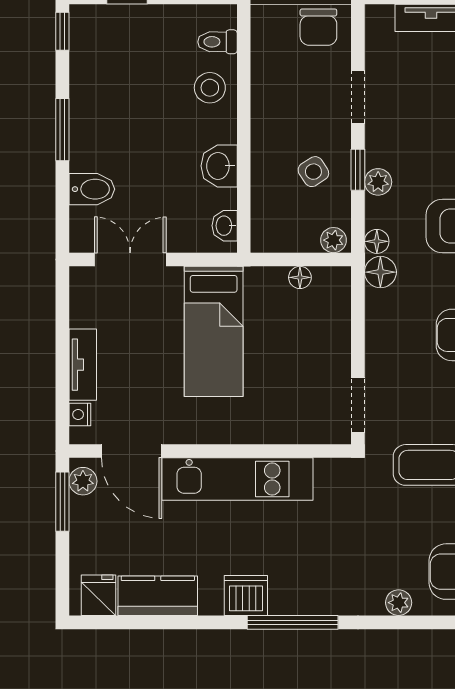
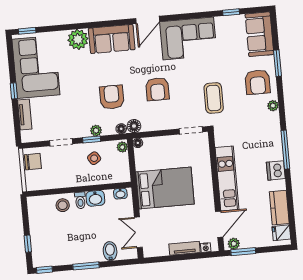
toilet: (217, 42) -> (80, 200), moved
floor lamp: (300, 277) -> (138, 143), moved
bed: (214, 331) -> (165, 188), width x1.50

